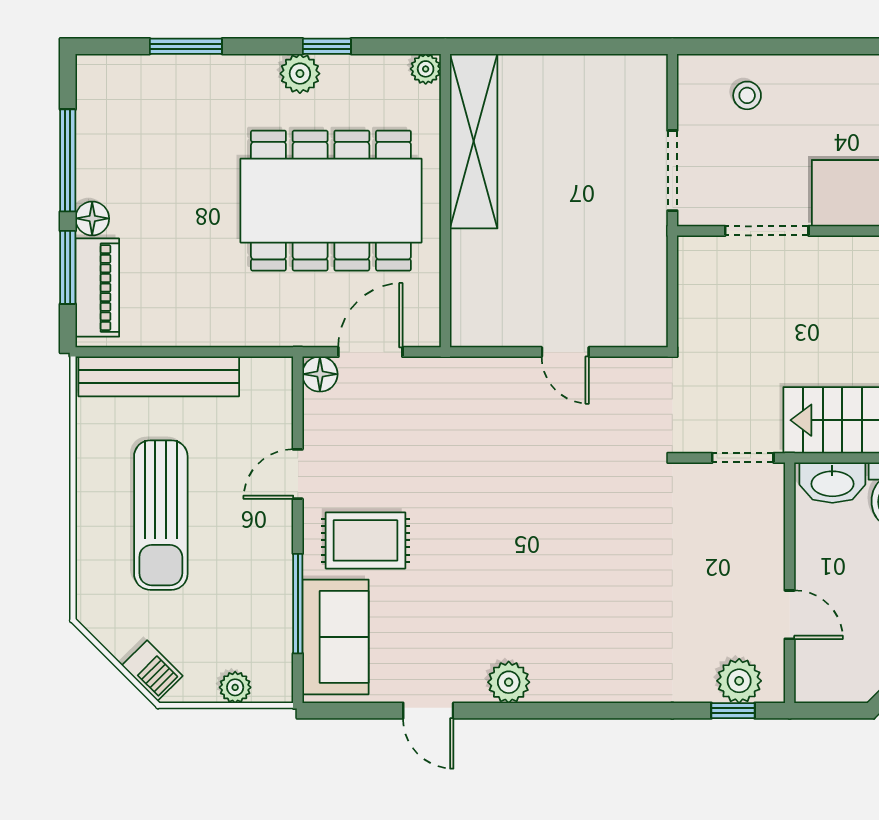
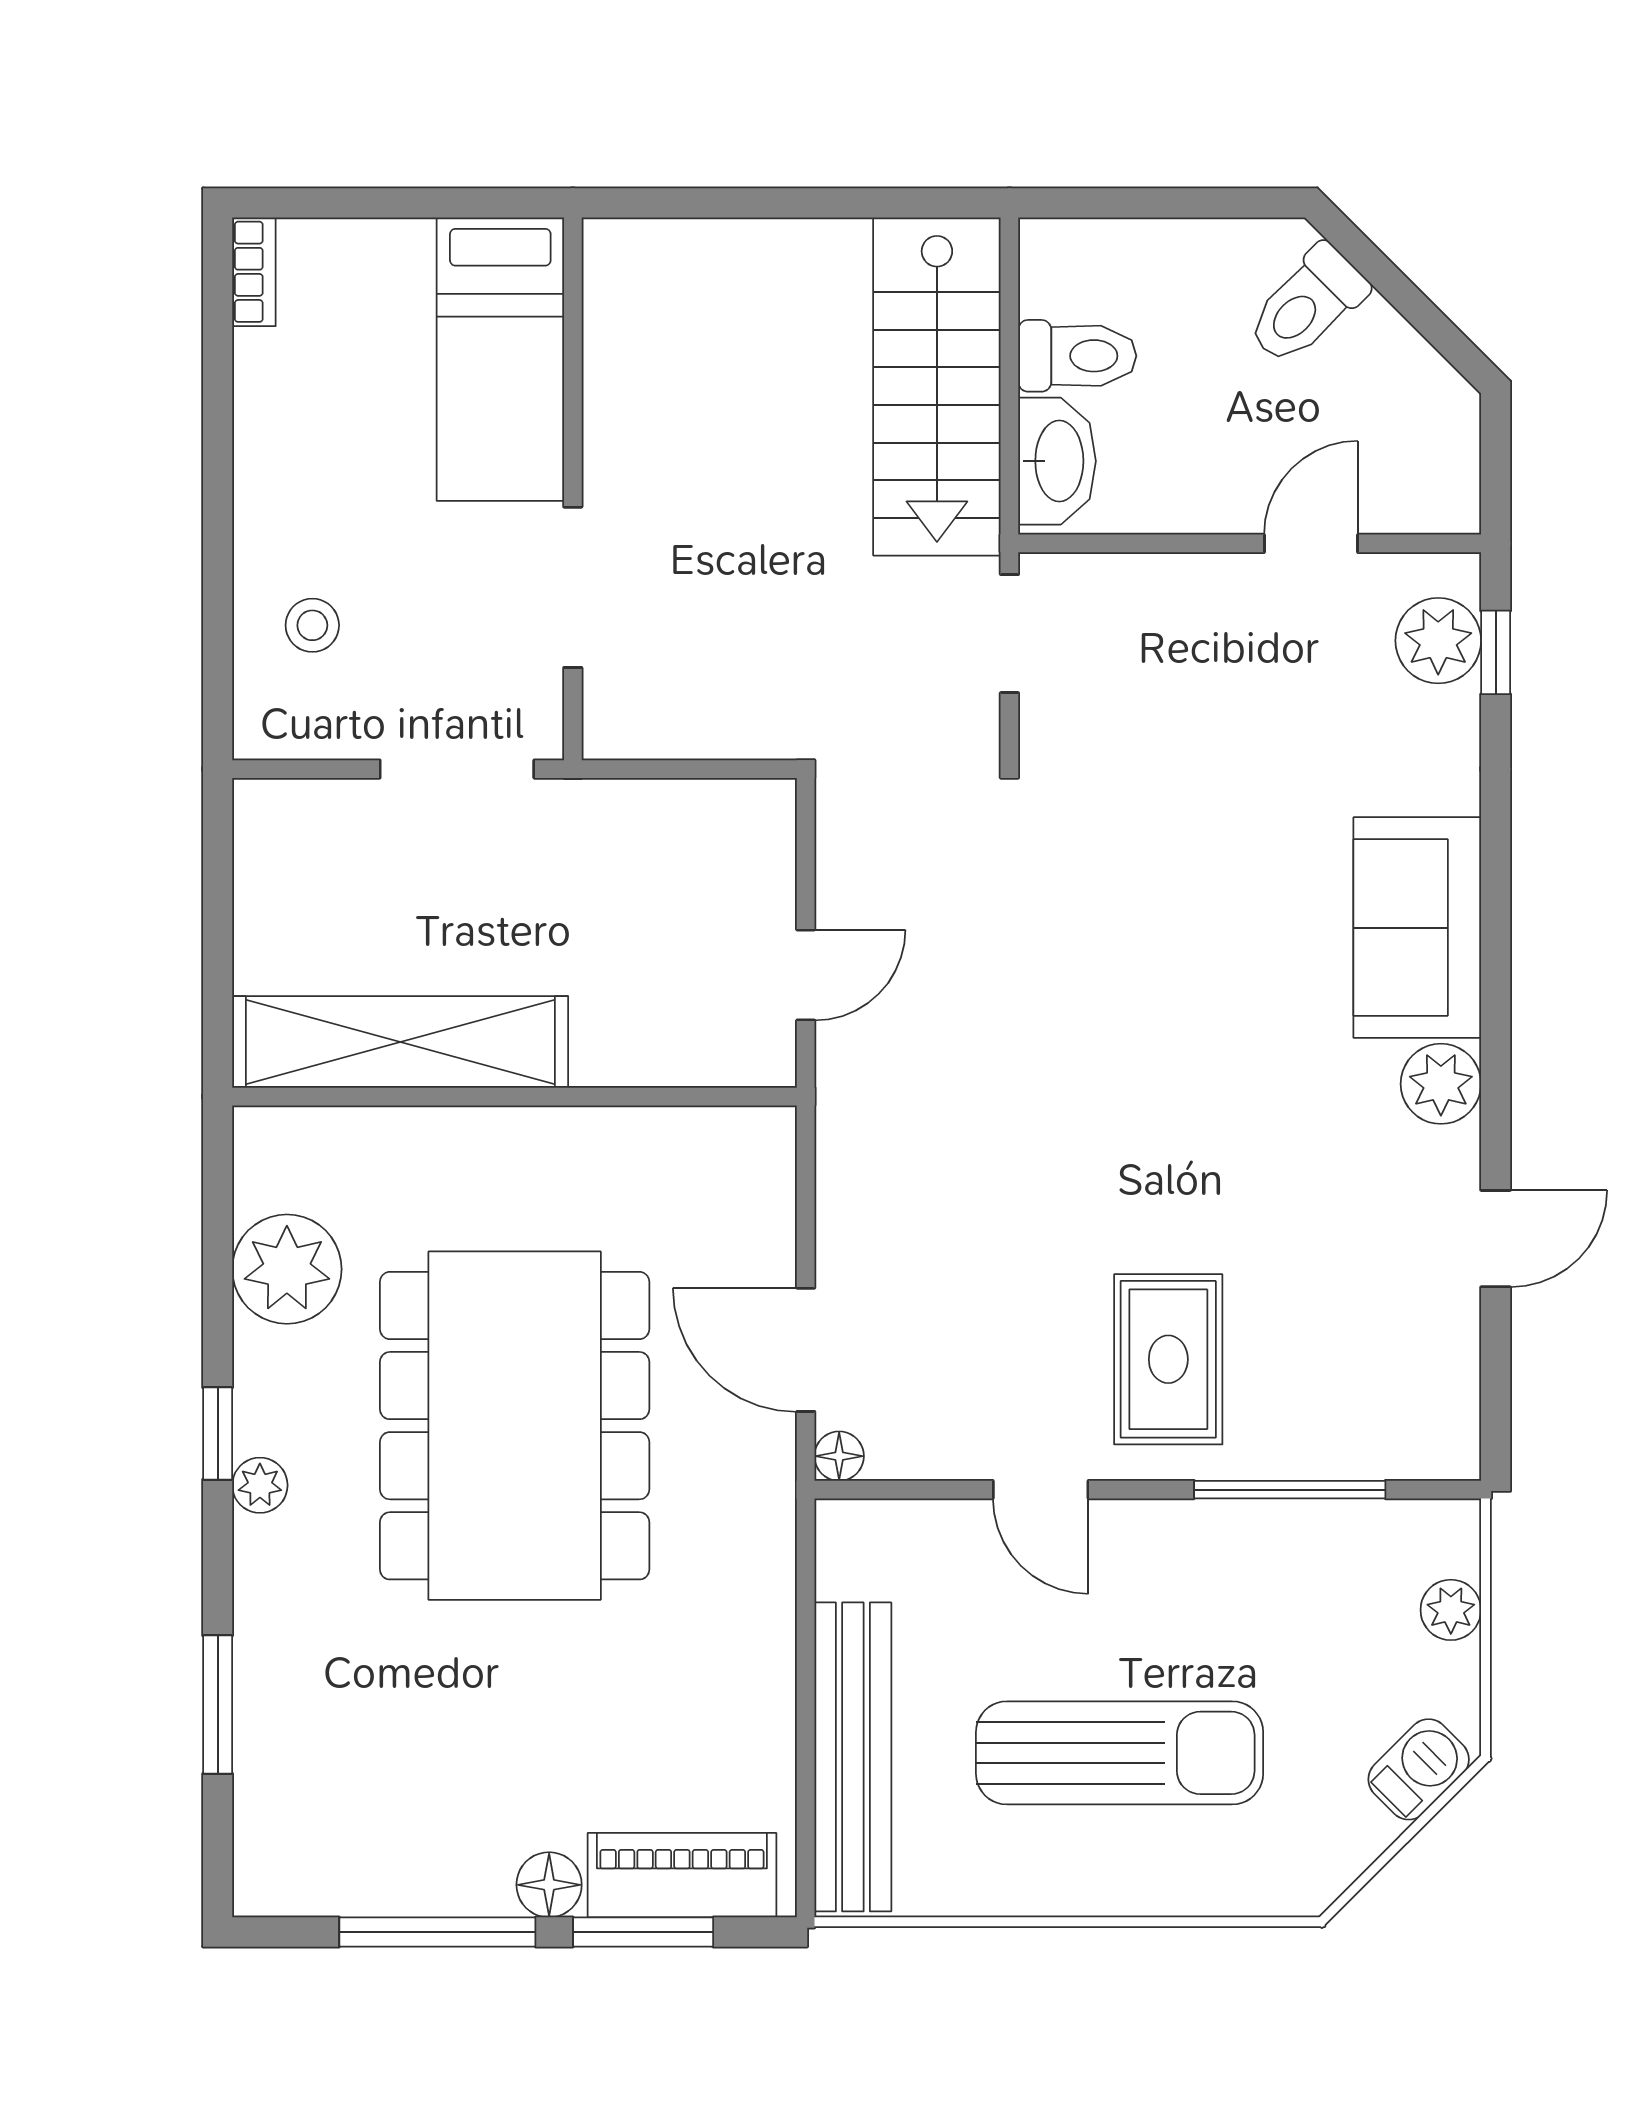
plant: (426, 69) -> (287, 1269), width x1.87, depth x1.87
plant: (300, 74) -> (260, 1485), width x0.73, depth x0.73
shelving: (474, 141) -> (400, 1042), moved
wall: (445, 201) -> (515, 1097), moved
floor lamp: (320, 374) -> (839, 1456), width x0.73, depth x0.73
sofa: (335, 637) -> (1417, 928), moved, turned -90

